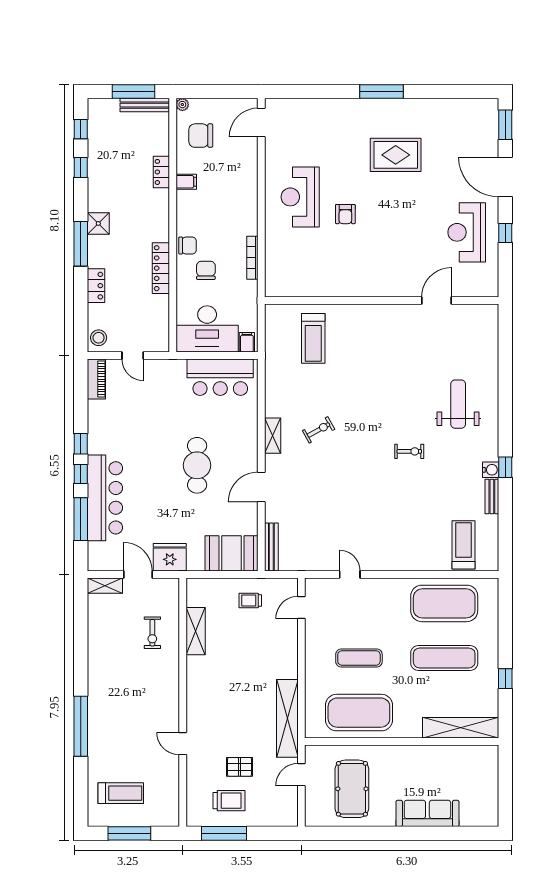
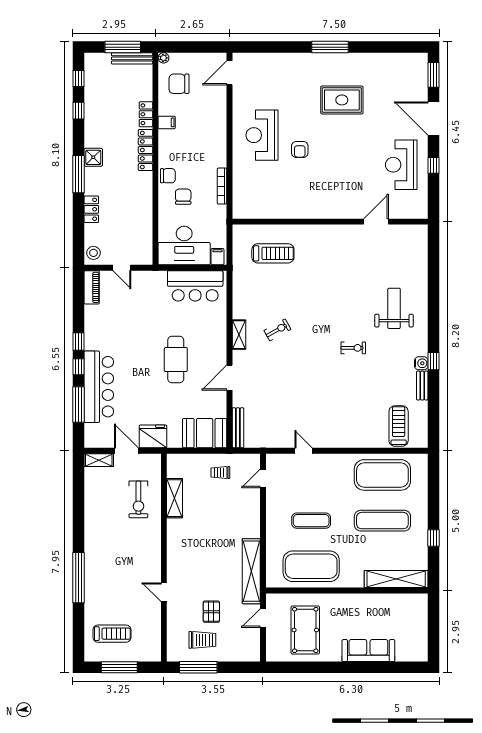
locker: (161, 268) -> (146, 150), moved
treadmill: (313, 338) -> (273, 253), turned -90
exercise bike: (152, 633) -> (138, 499), width x1.38, depth x1.39
pallet: (239, 767) -> (211, 612), turned 90

